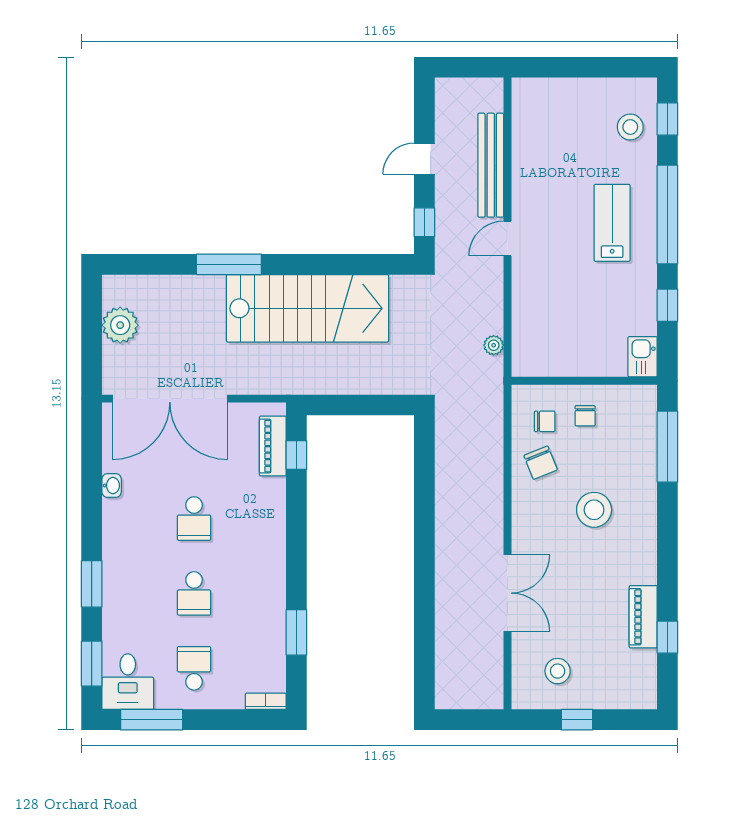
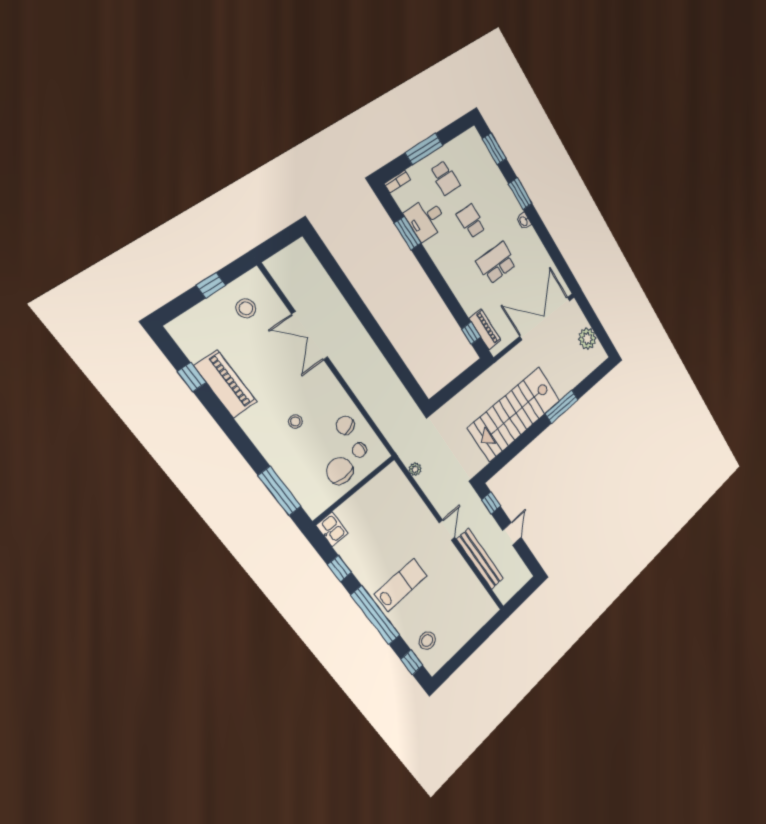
lab bench: (612, 223) -> (401, 585), turned -90
chair: (585, 416) -> (340, 471), width x1.87, depth x1.87
washbasin: (112, 486) -> (524, 221), moved
stool: (594, 510) -> (295, 421), width x0.53, depth x0.53
school desk: (194, 519) -> (496, 263), width x1.85
piano: (643, 617) -> (225, 384), width x1.37, depth x1.33
desk: (128, 682) -> (426, 219), moved, turned -90
window: (152, 720) -> (424, 149), moved

